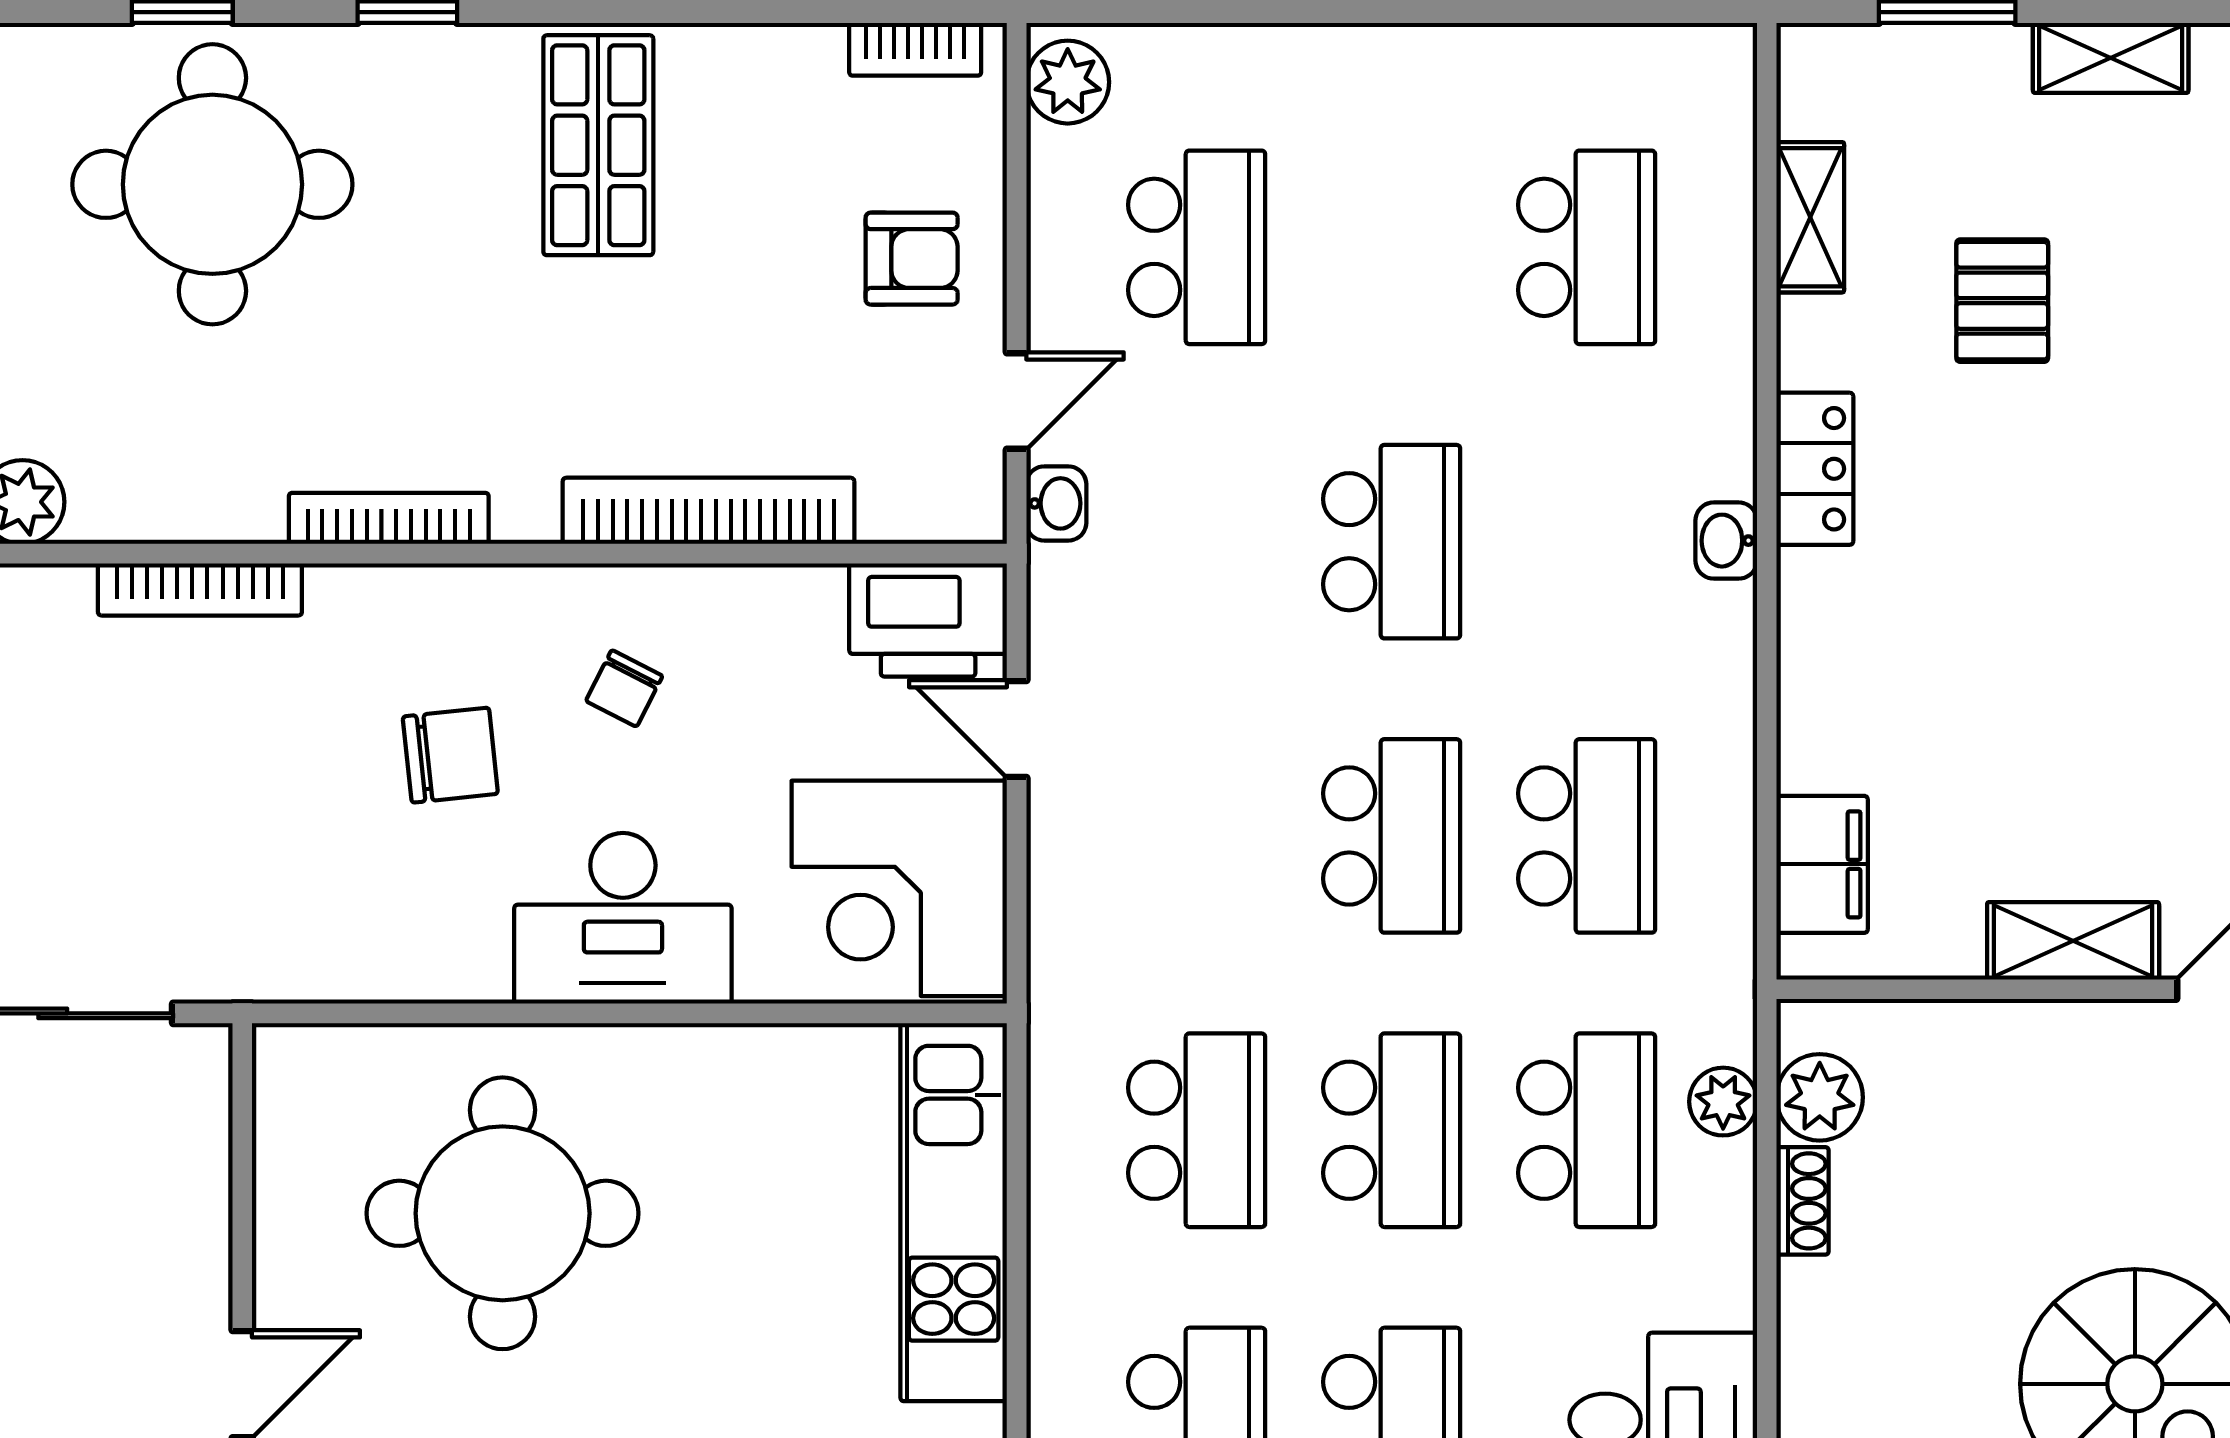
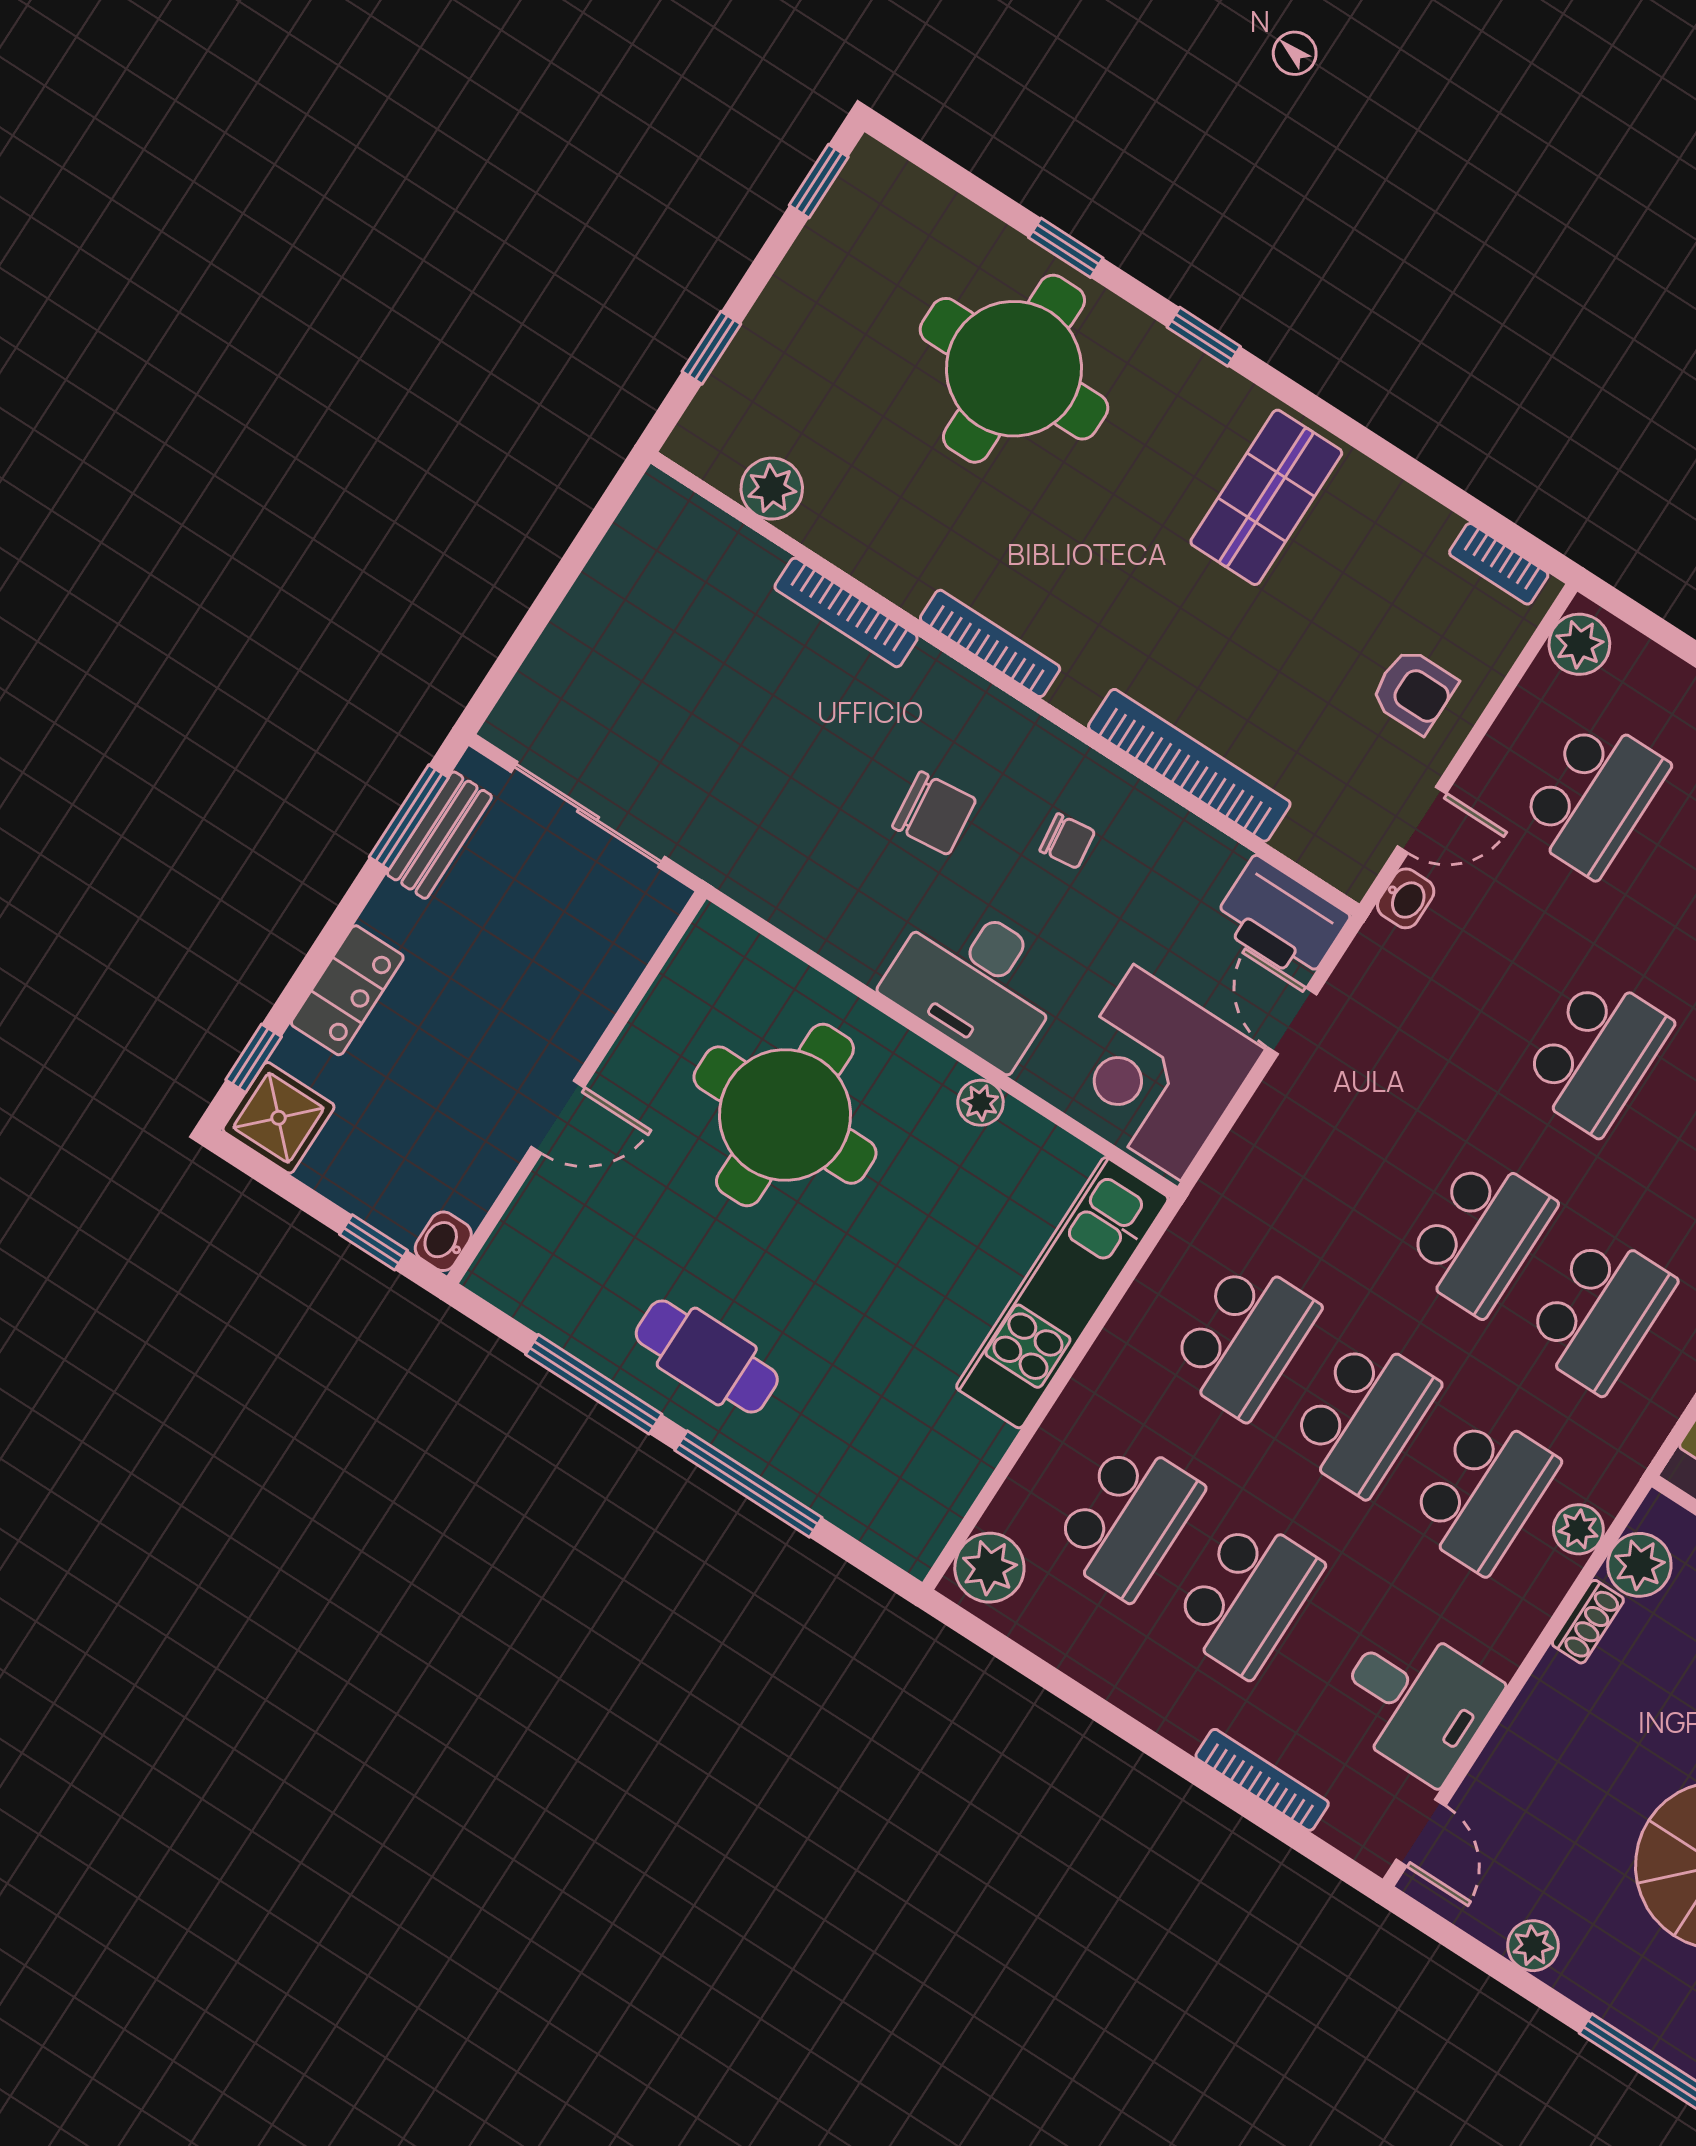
chair: (624, 688) -> (1067, 841), turned -124
plant: (718, 1054) -> (980, 1103), added

